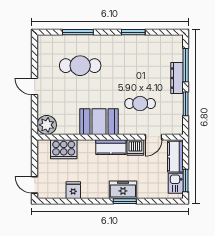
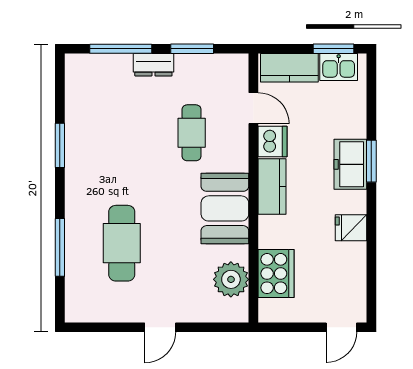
dresser: (177, 78) -> (153, 65), width x0.70
plant: (47, 125) -> (231, 279), moved
fridge: (73, 190) -> (351, 228), moved

